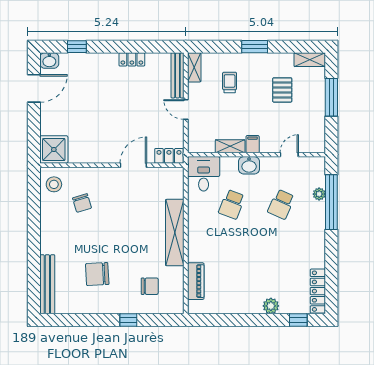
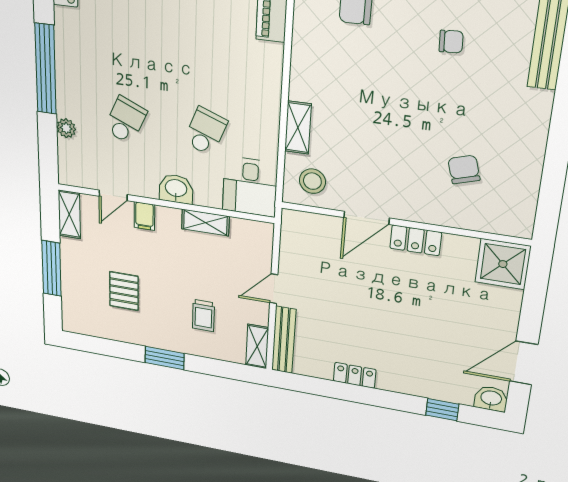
shelving: (310, 60) -> (69, 214), moved, turned 90
door: (186, 109) -> (274, 289), swing flipped
filing cabinet: (253, 144) -> (144, 216), moved
locker: (169, 156) -> (416, 240), moved
stool: (54, 184) -> (312, 181), moved
window: (331, 202) -> (46, 69), moved
shelving: (175, 233) -> (298, 128), width x0.45, depth x0.75
chair: (97, 274) -> (451, 42), width x0.54, depth x0.54

